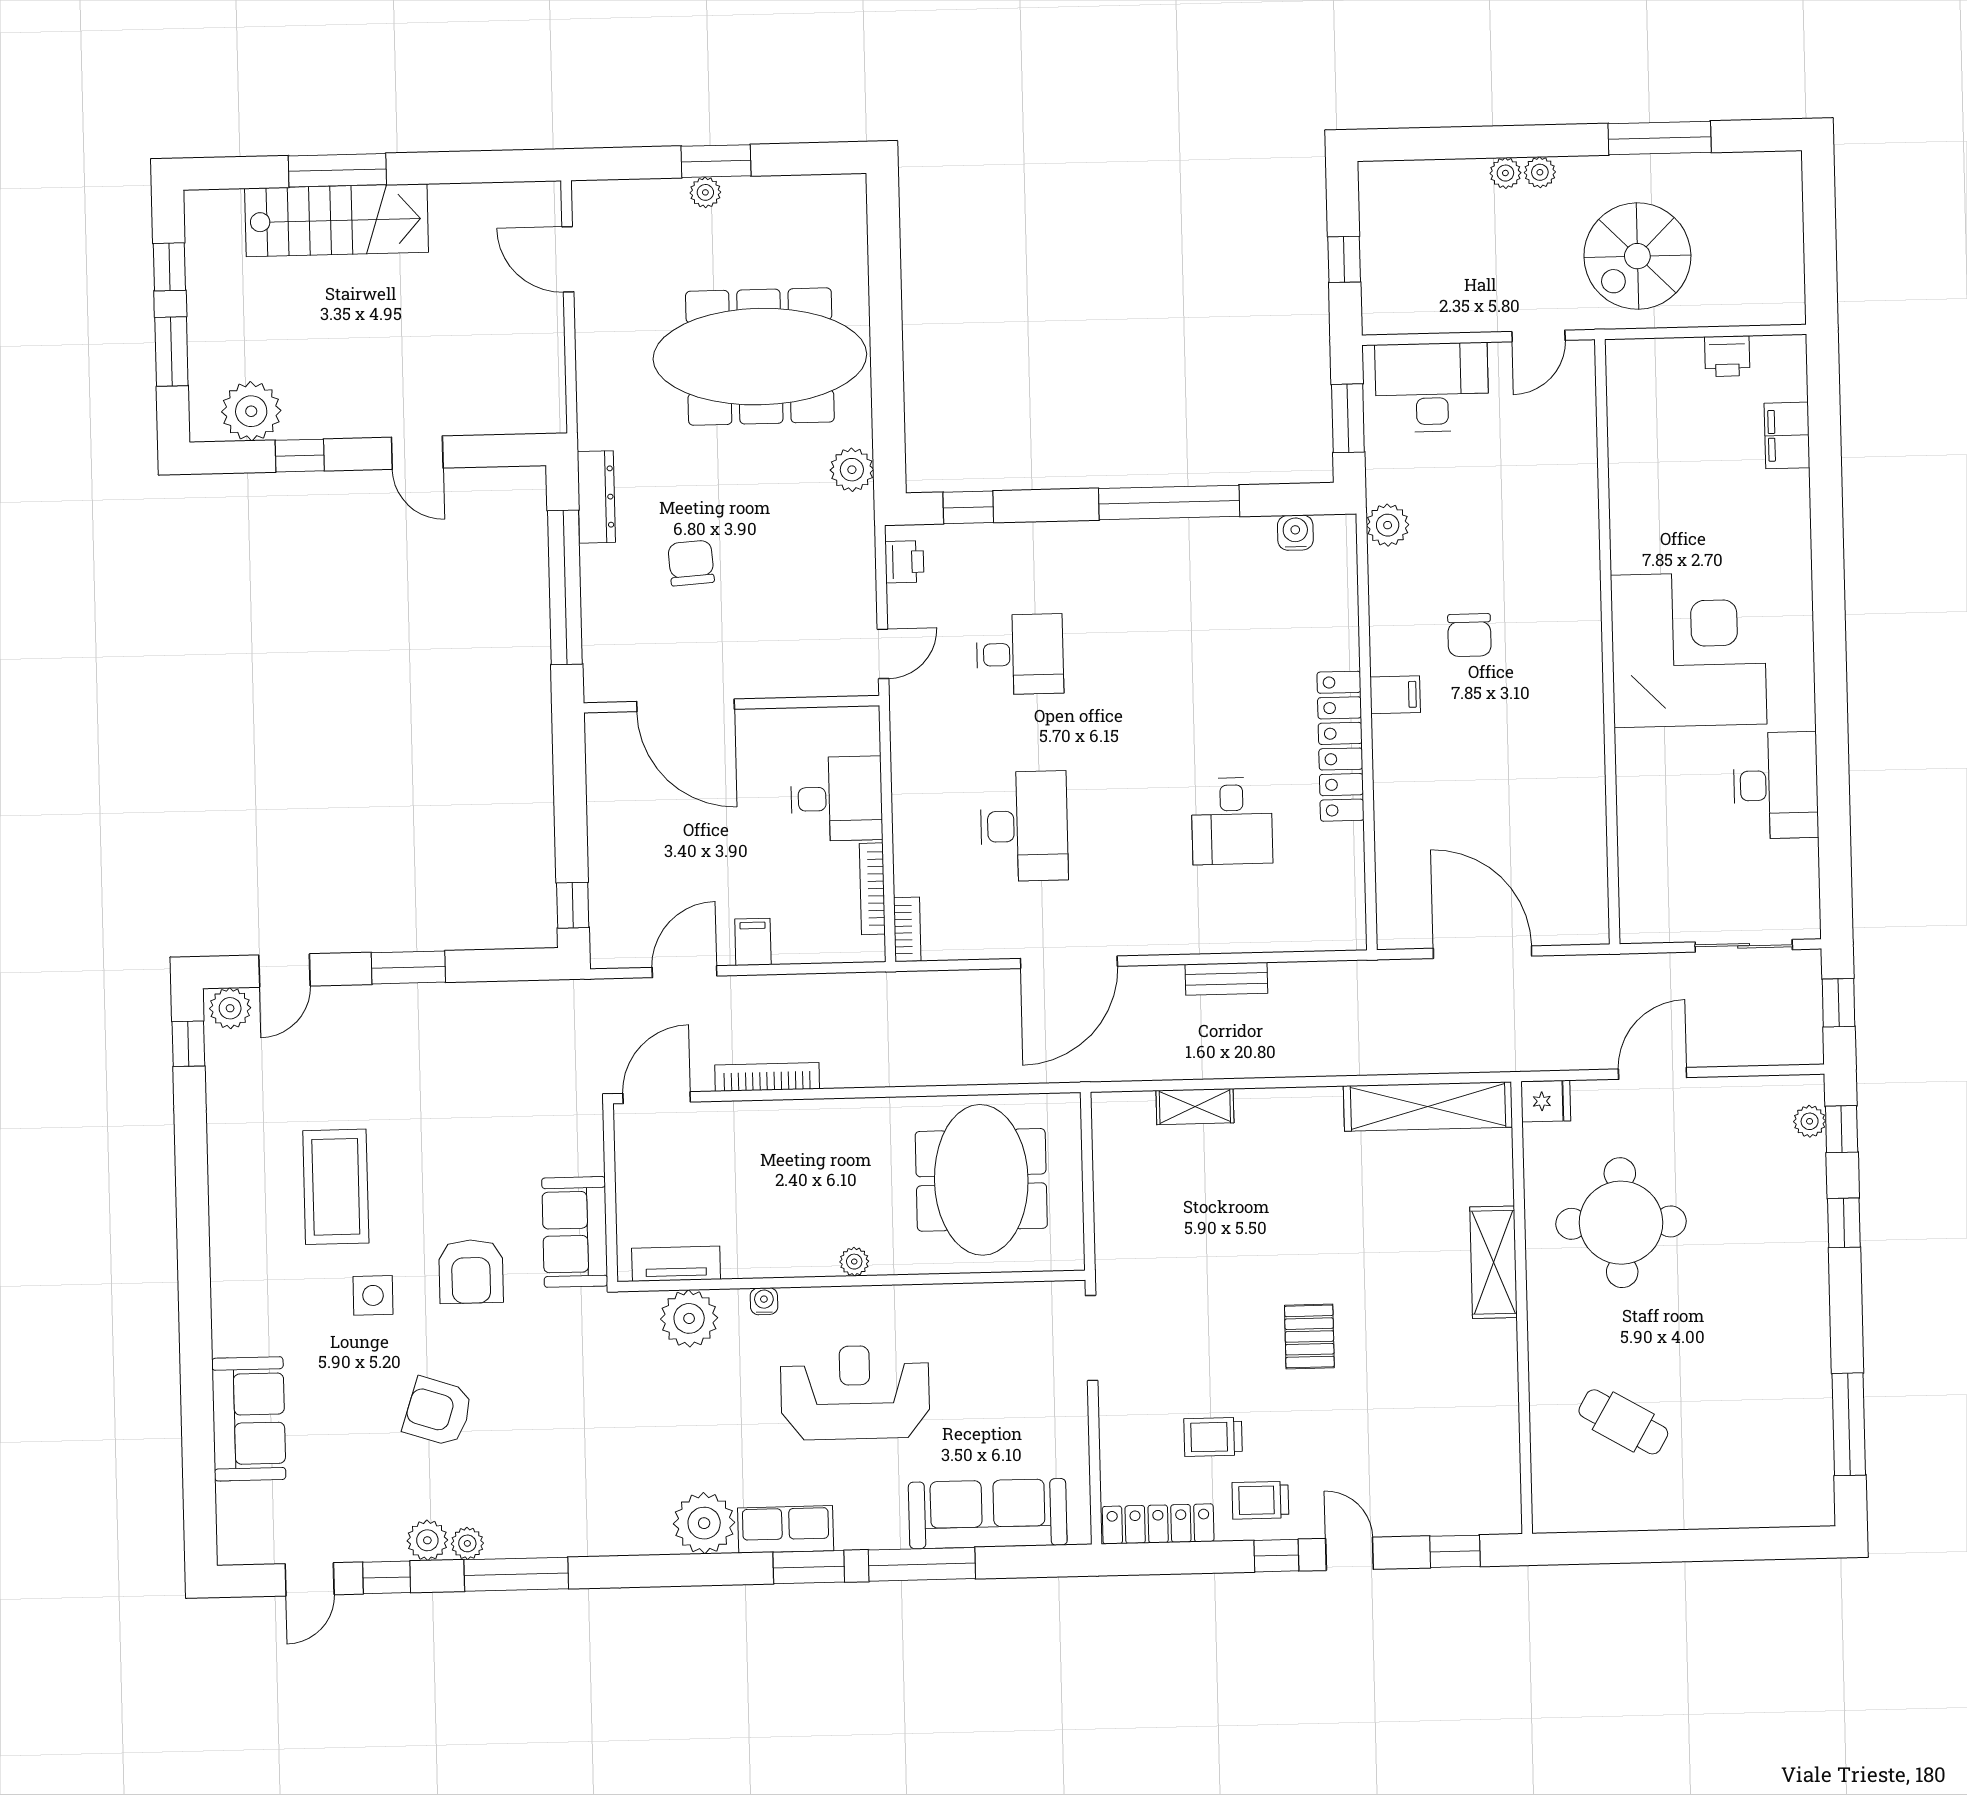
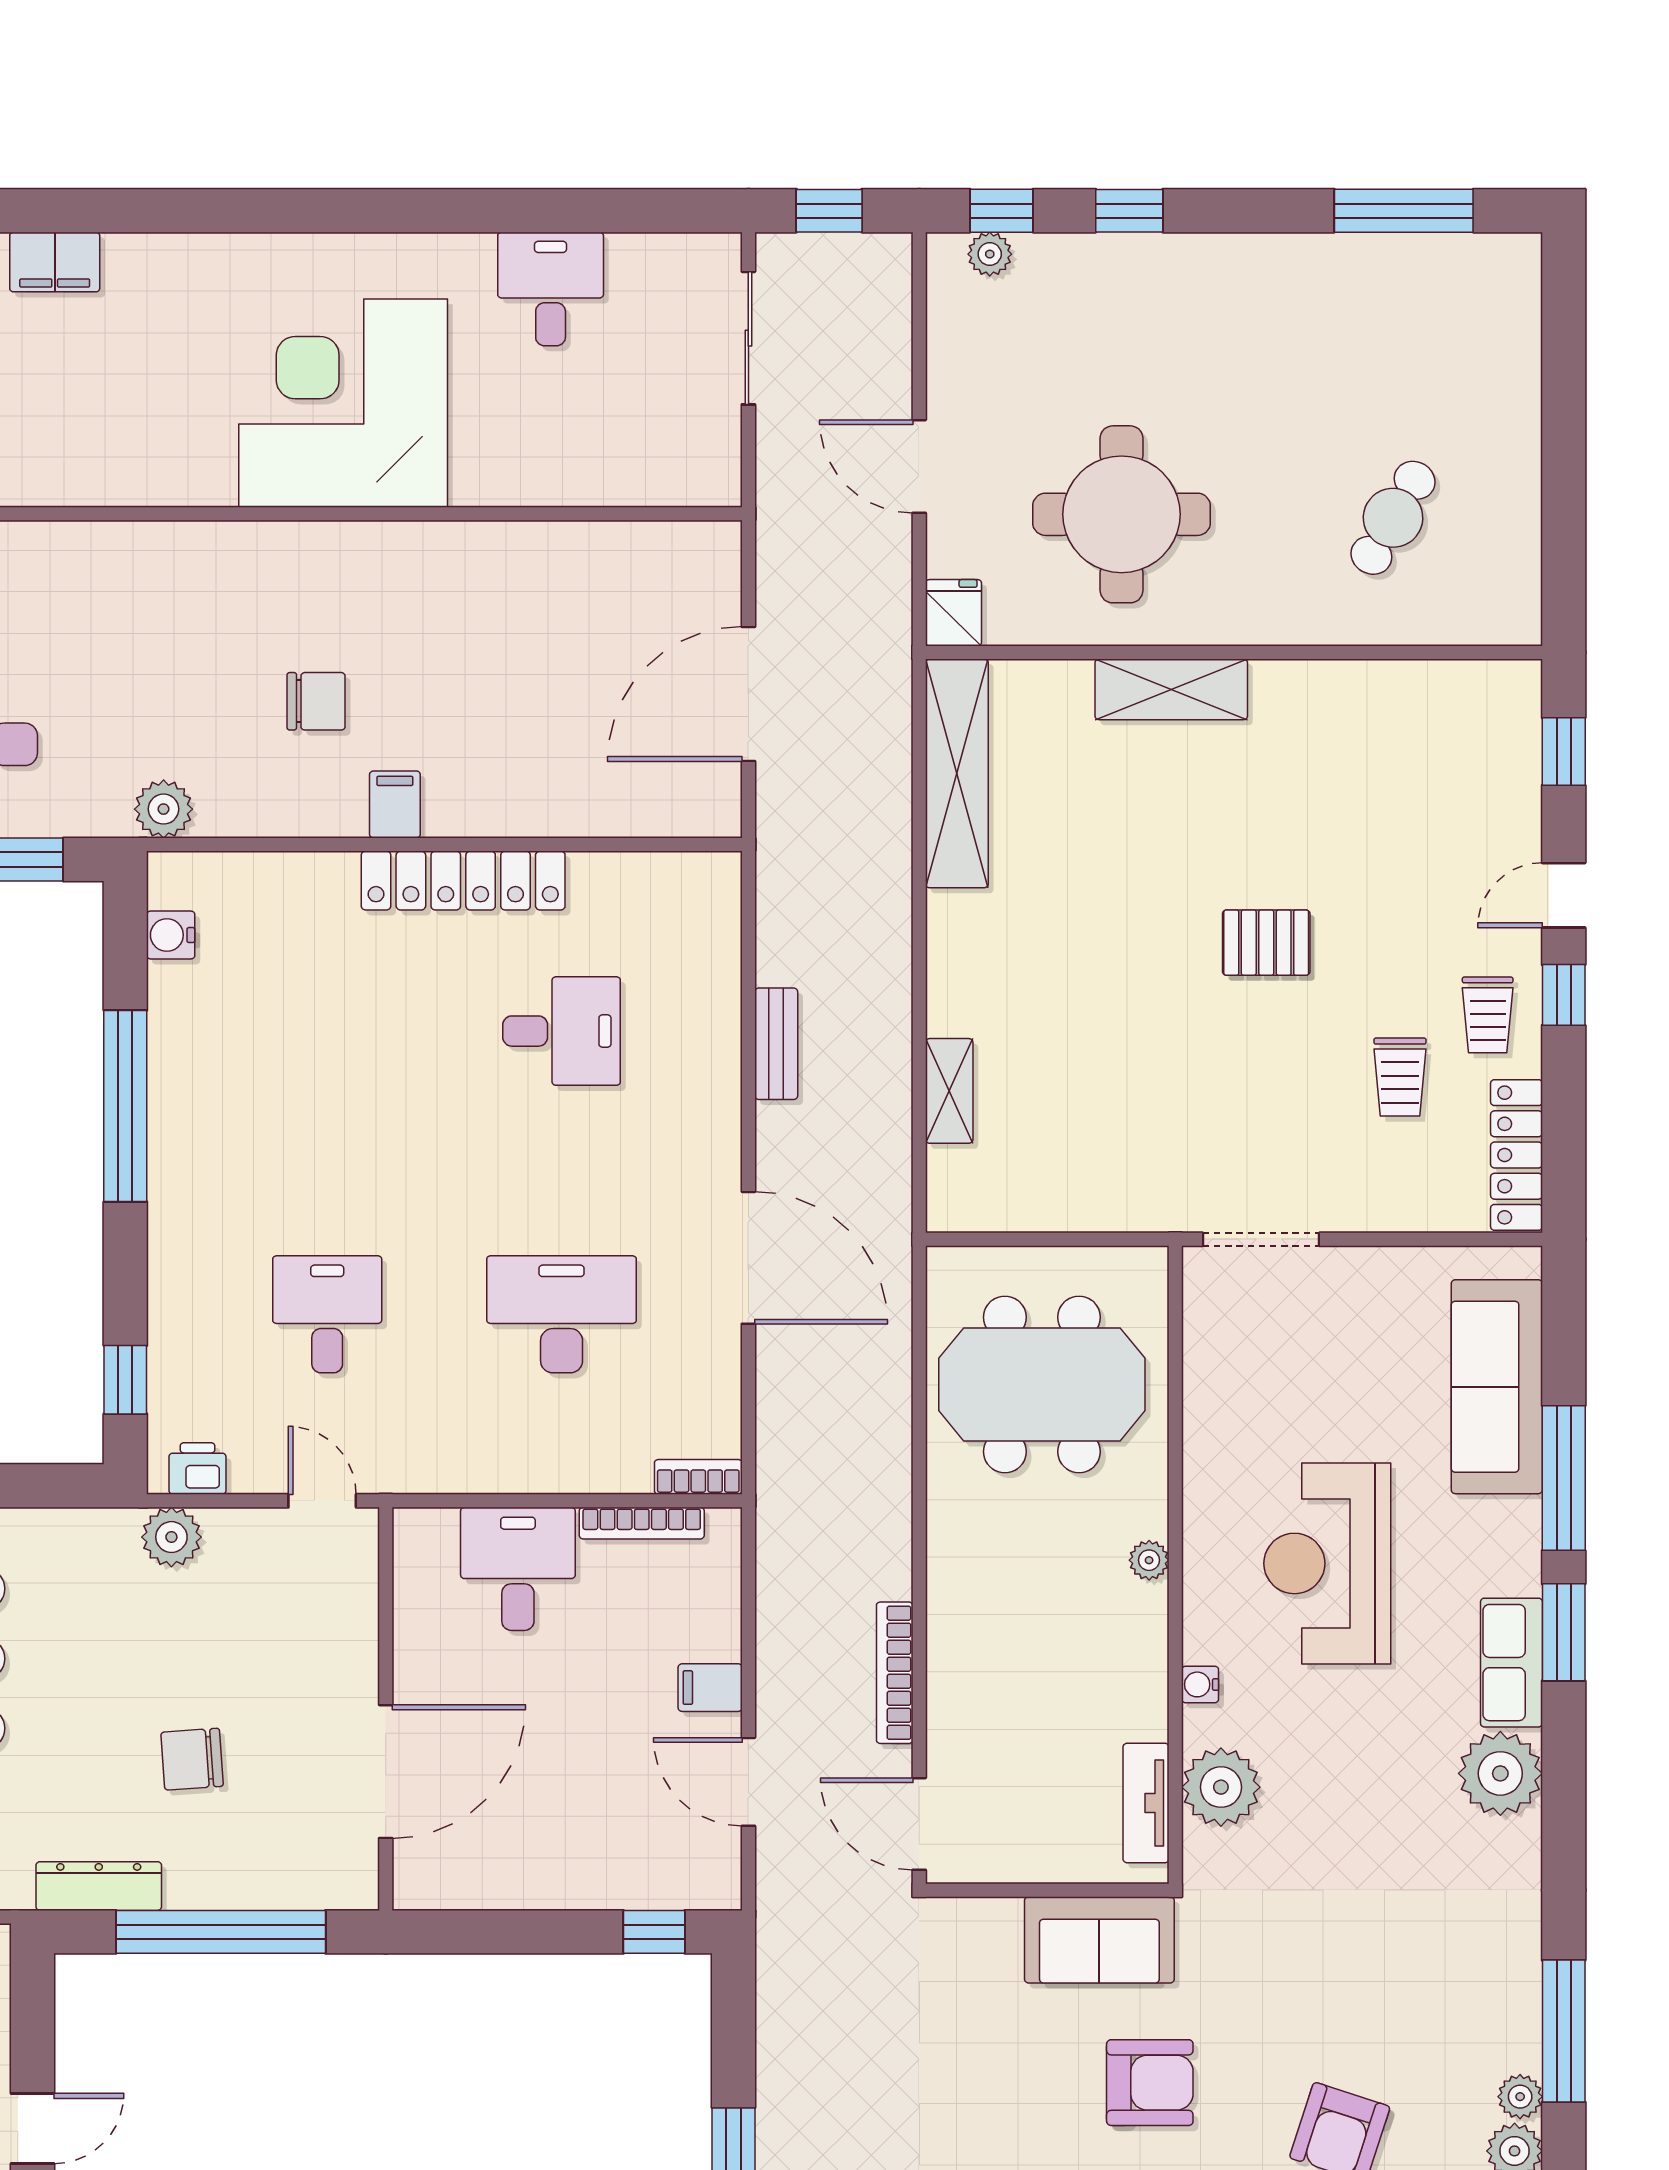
plant: (852, 470) -> (171, 1537), moved
desk: (1776, 785) -> (551, 289), width x0.73

